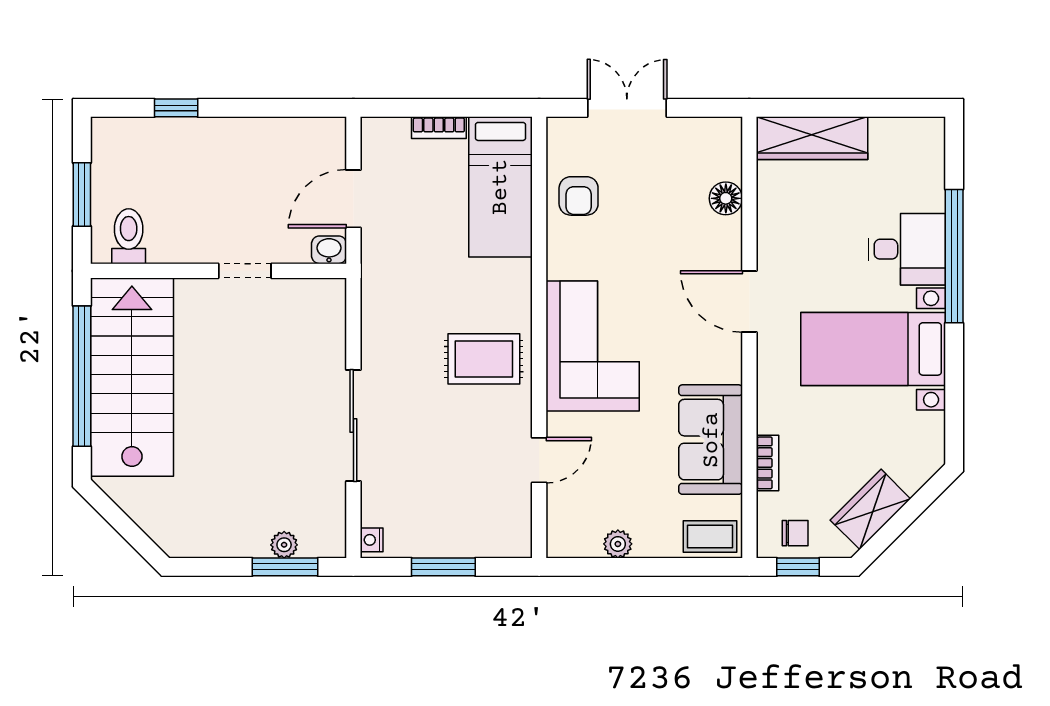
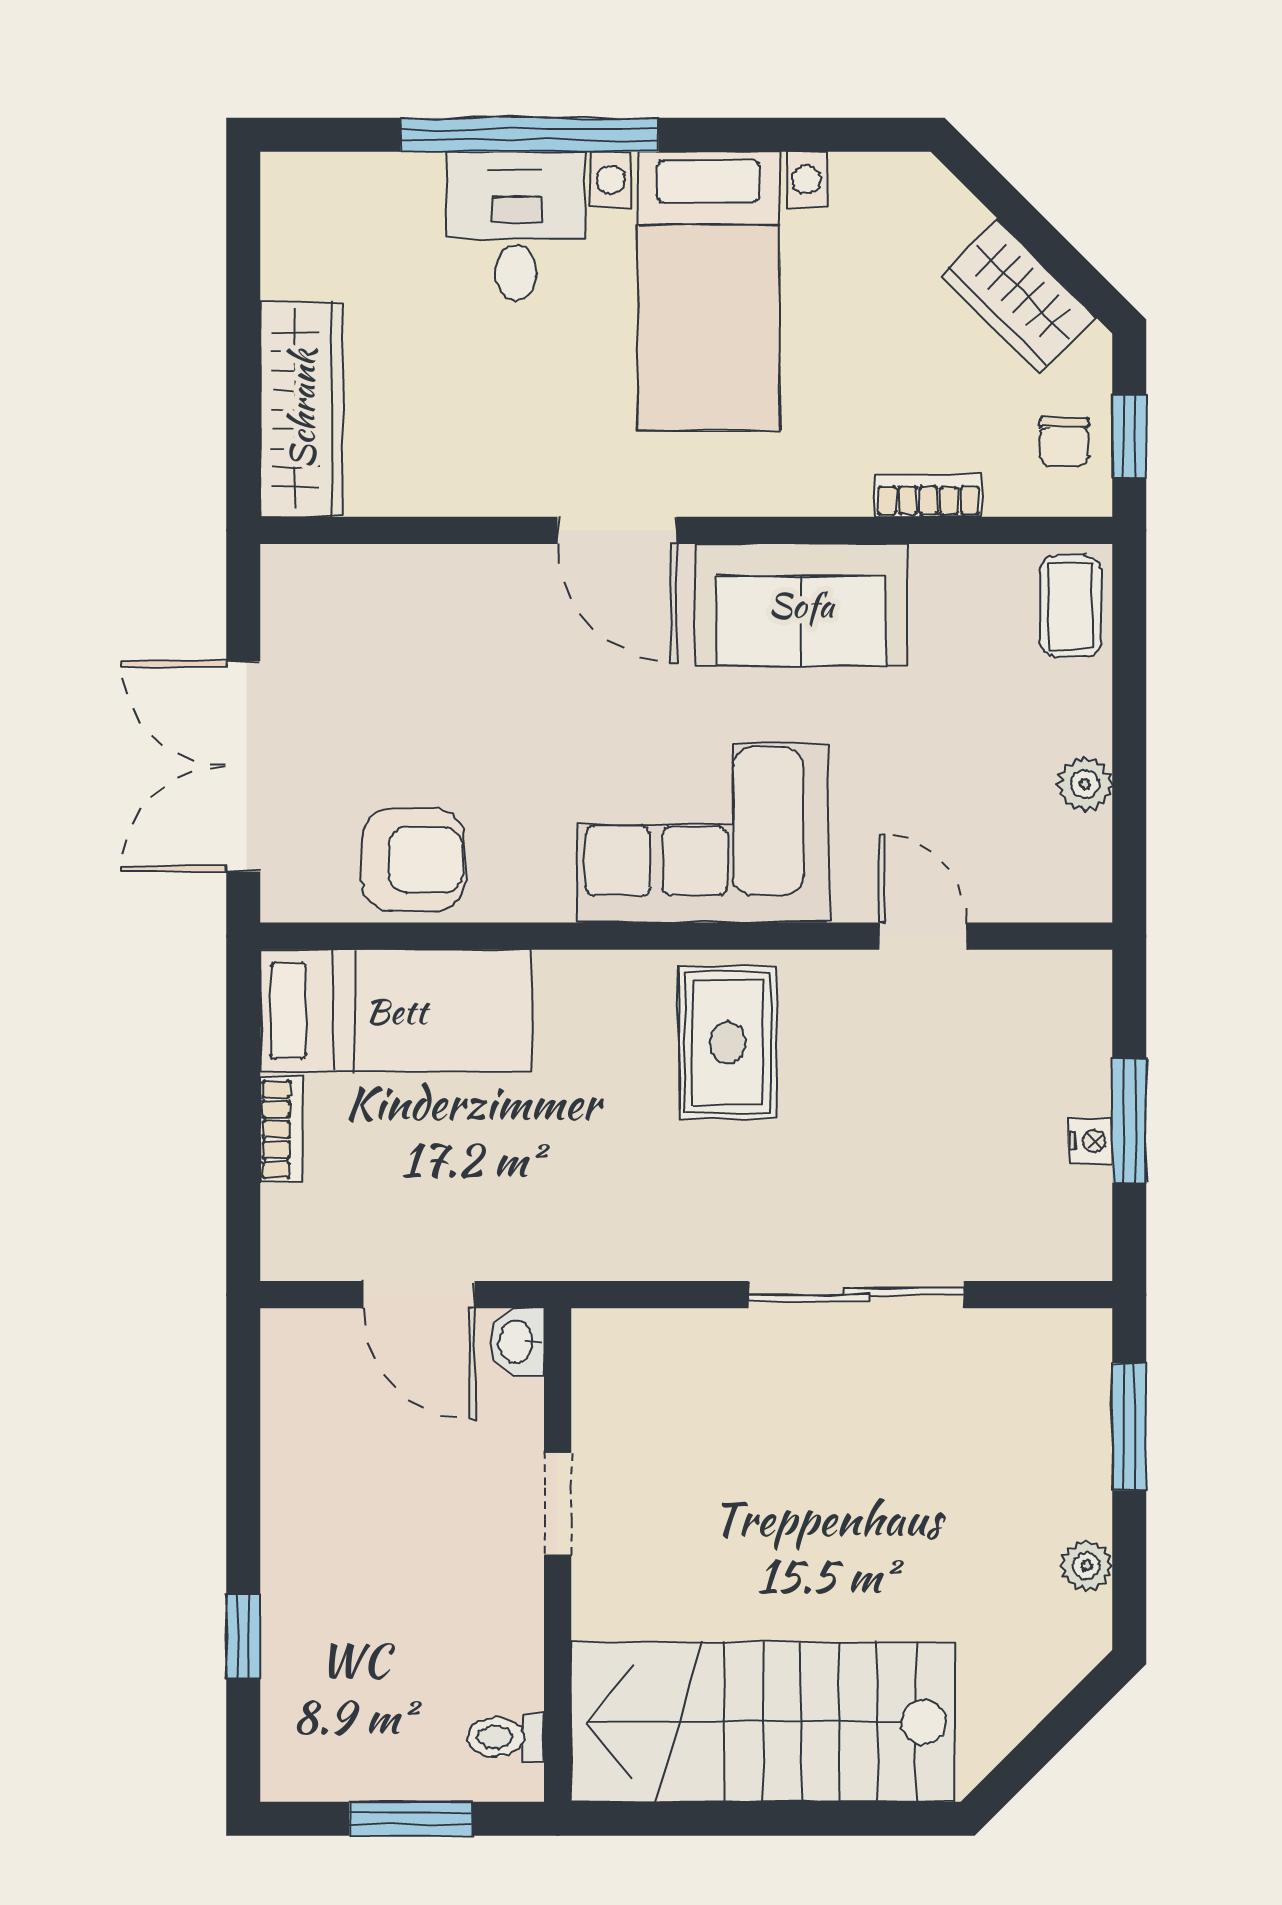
double door: (627, 108) -> (243, 766), width x1.37
armchair: (579, 196) -> (413, 860), width x1.38, depth x1.38
floor lamp: (726, 198) -> (418, 576), removed
toilet: (129, 236) -> (506, 1737), width x0.73, depth x0.72
door: (749, 302) -> (617, 530), hinge flipped
window: (82, 376) -> (761, 1819), removed
sofa: (711, 440) -> (801, 605), moved
chair: (795, 533) -> (1064, 442), turned 180
nightstand: (372, 540) -> (1091, 1141), moved, turned -90
plant: (284, 545) -> (1086, 1565), moved

